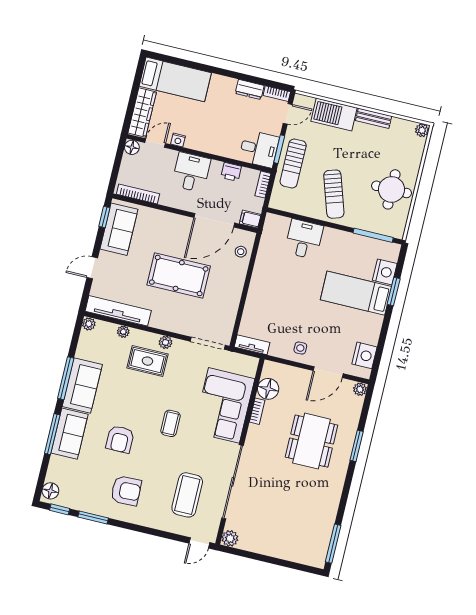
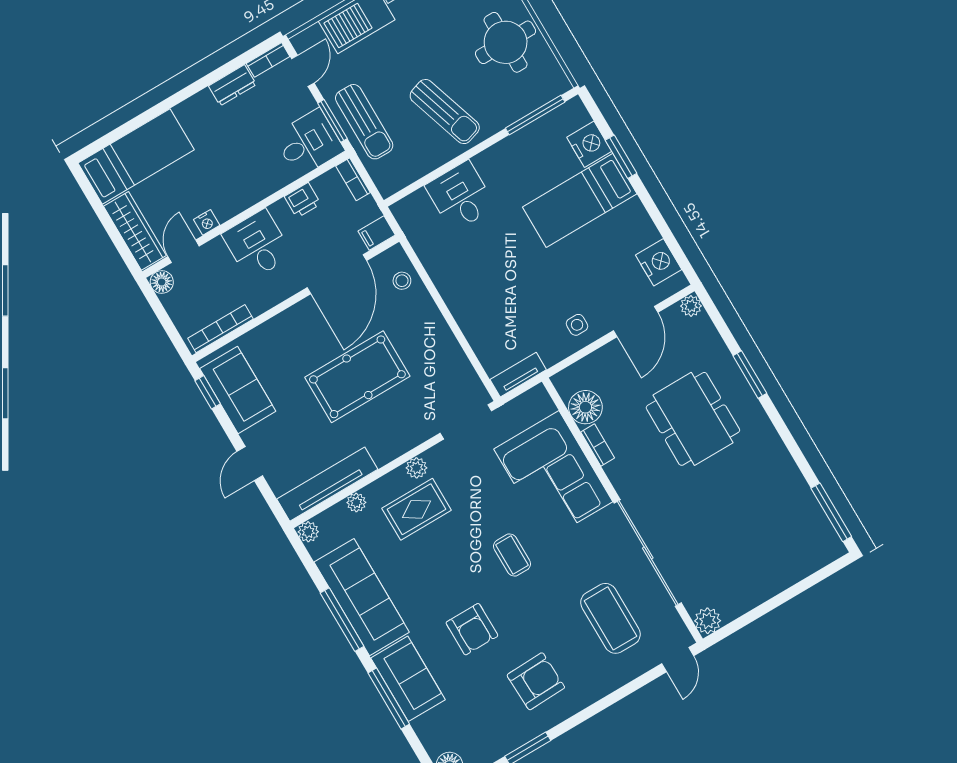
sofa: (82, 386) -> (362, 597), width x1.36

